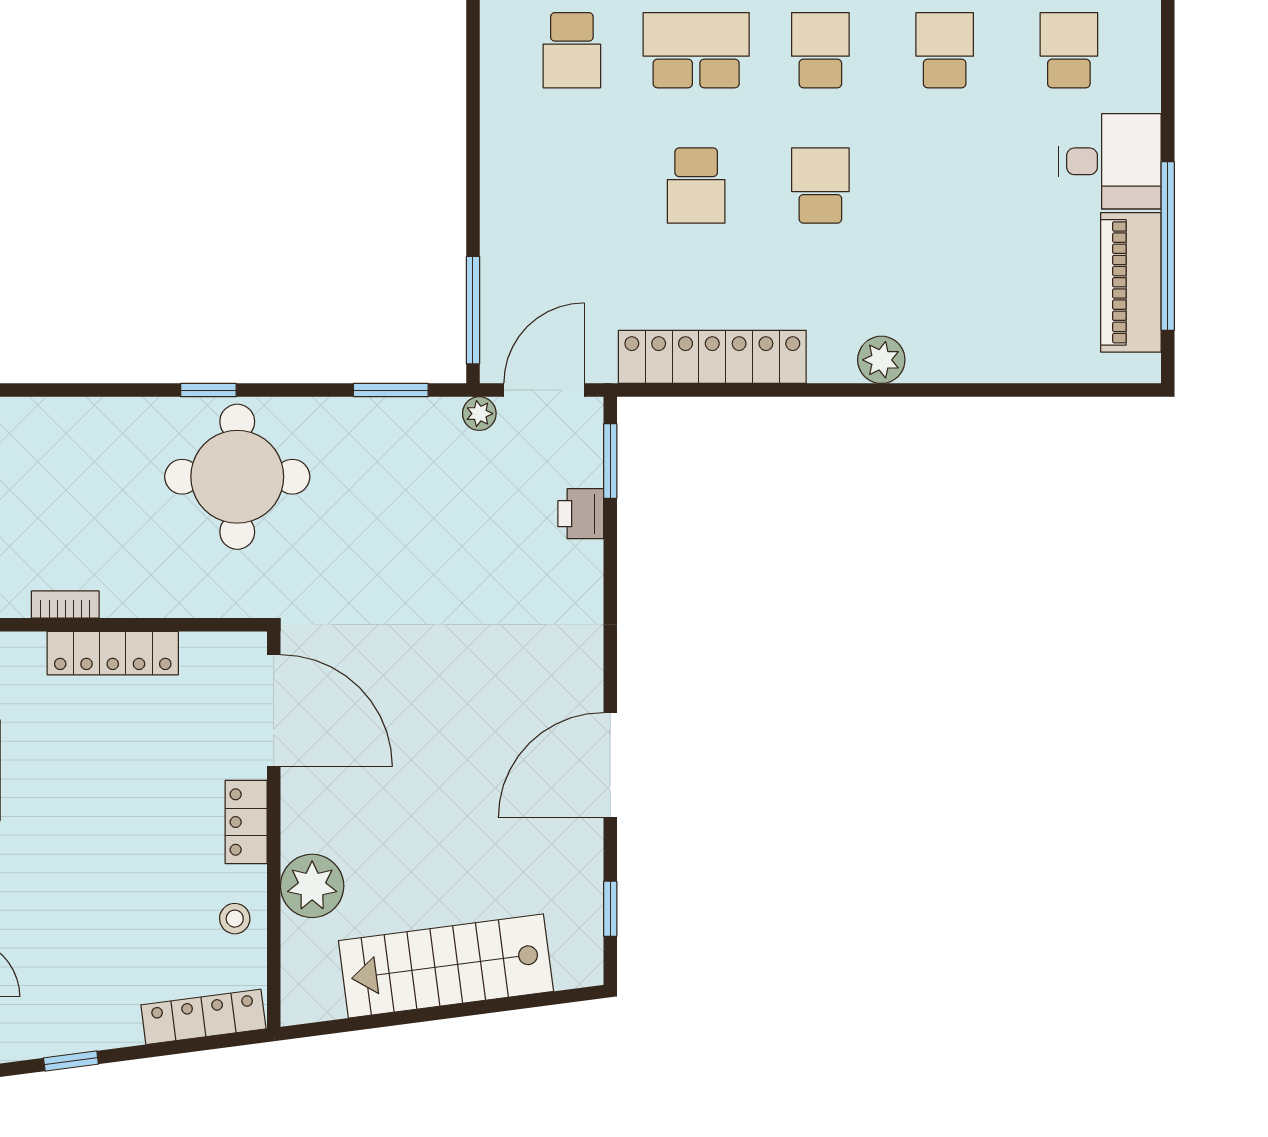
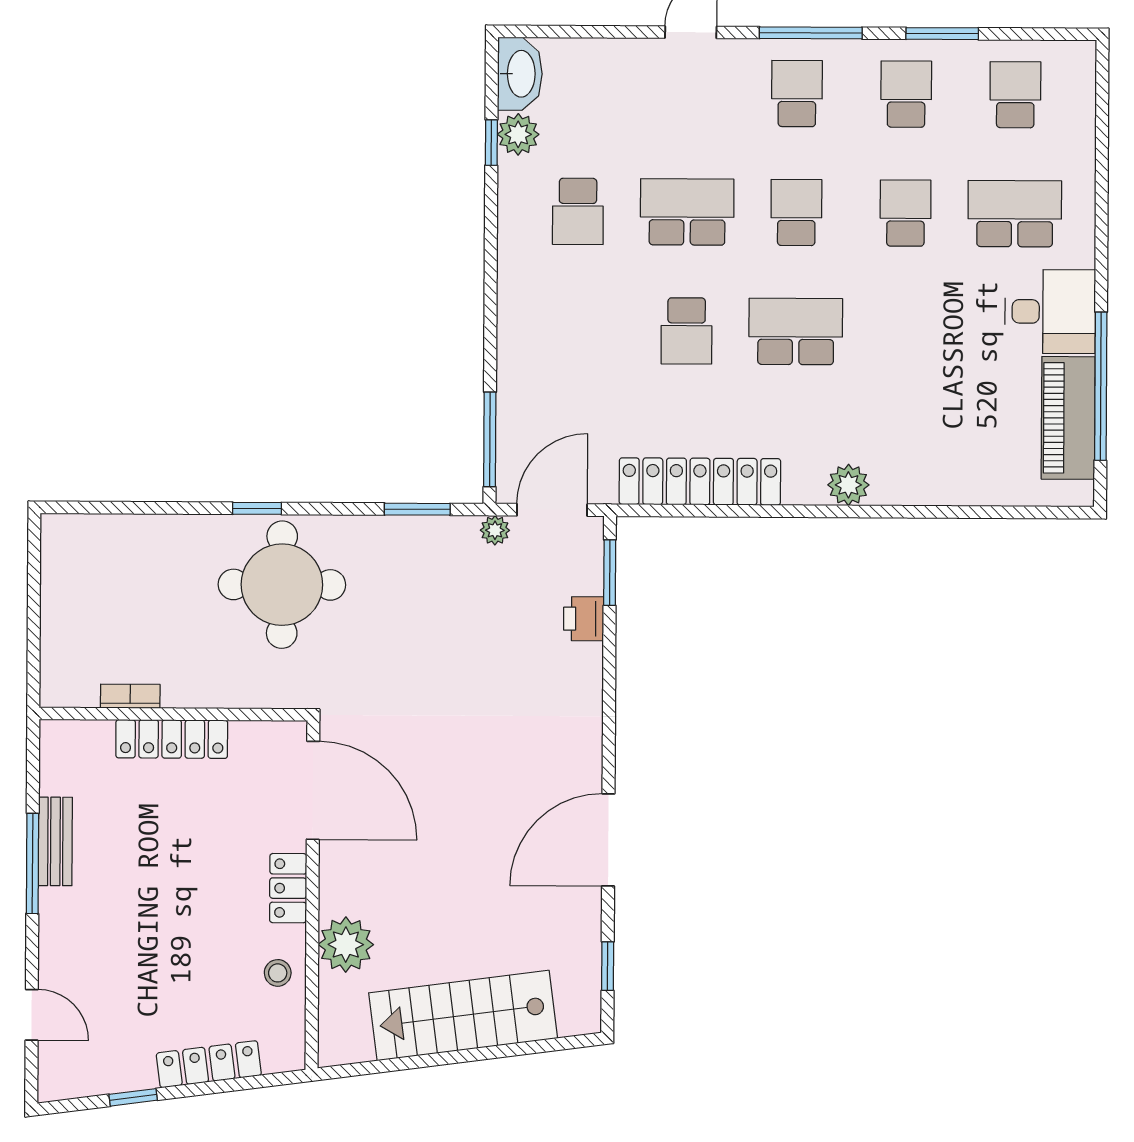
school desk: (1069, 50) -> (1015, 214), width x1.85
school desk: (820, 186) -> (796, 331), width x1.85
locker: (203, 1017) -> (209, 1064), moved

